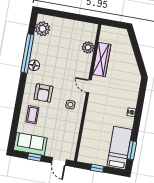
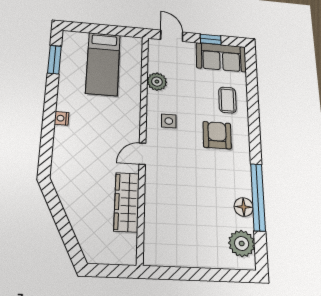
plant: (88, 47) -> (157, 82), moved
floor lamp: (34, 65) -> (244, 207), moved
door: (89, 86) -> (142, 154), swing flipped
bed: (120, 148) -> (103, 64), moved
window: (97, 168) -> (109, 30), removed

